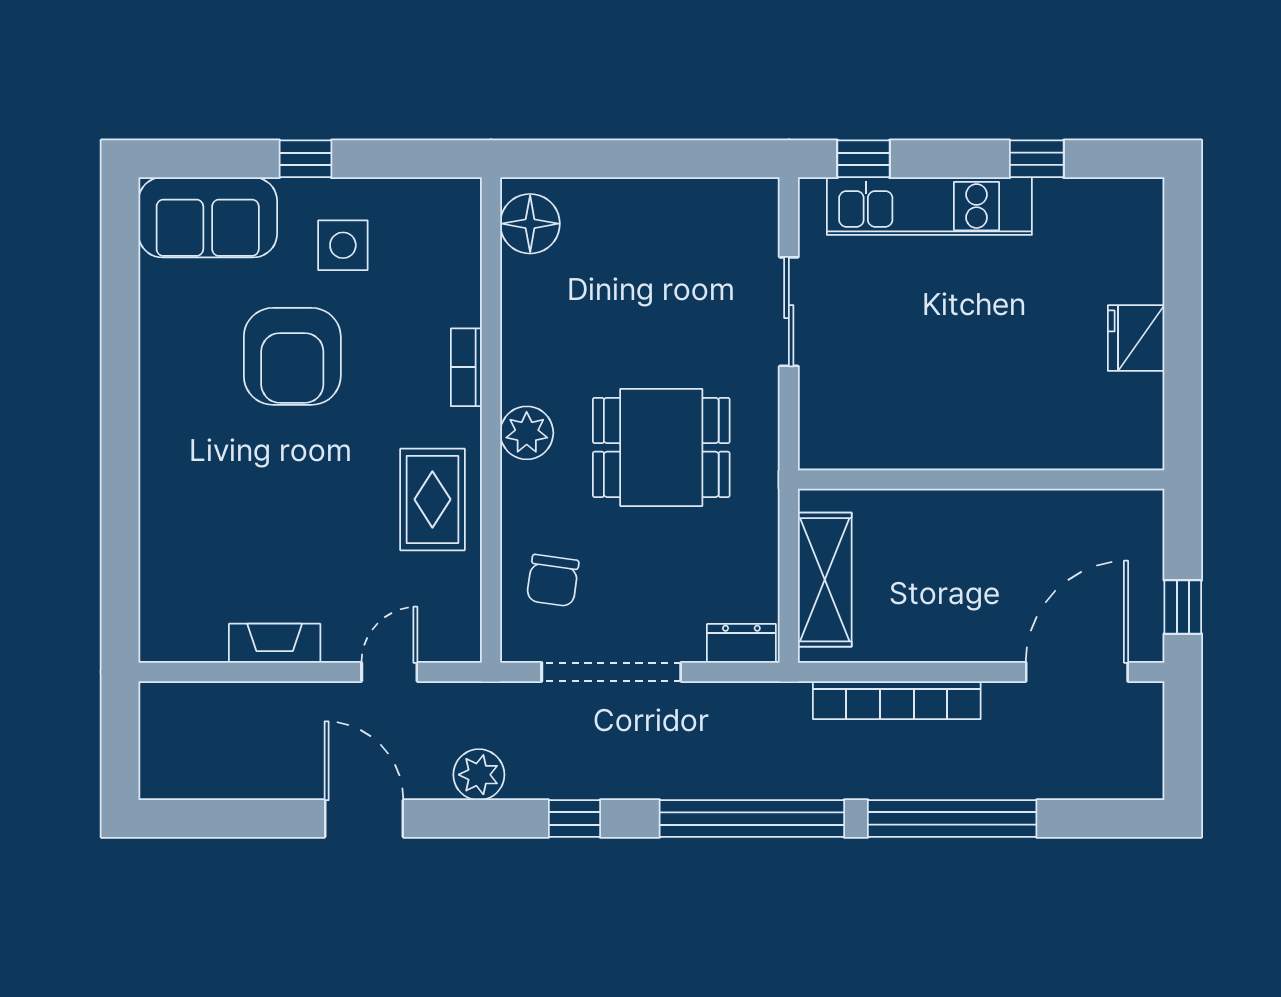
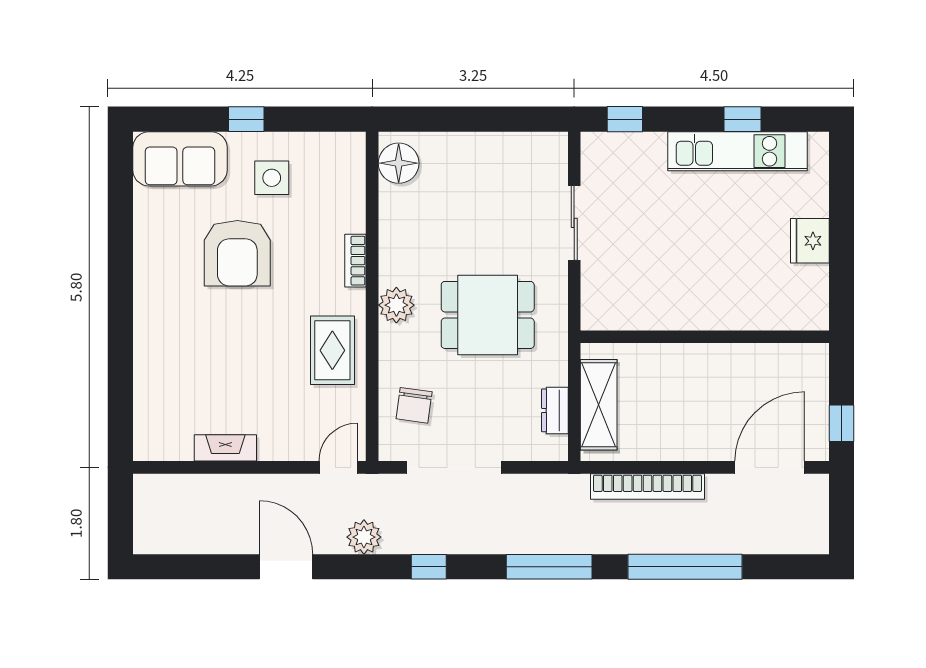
kitchen unit: (929, 206) -> (737, 151), moved
dresser: (741, 643) -> (555, 410), moved, turned -90
door: (389, 672) -> (338, 467), moved
window: (752, 819) -> (549, 567), width x0.68

